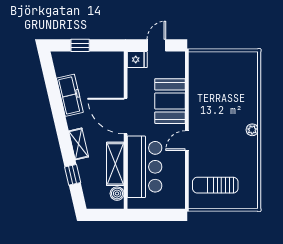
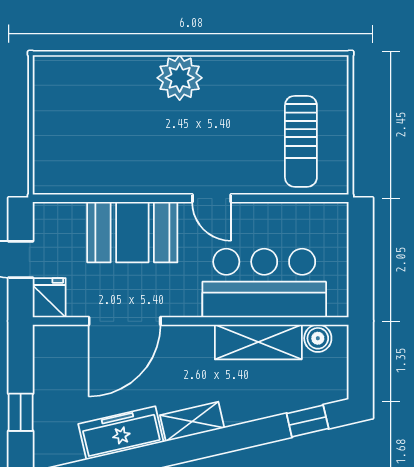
door: (126, 116) -> (125, 321), moved
plant: (252, 130) -> (180, 78), width x1.88, depth x1.88
shelving: (79, 144) -> (192, 421), moved
window: (73, 175) -> (308, 421), moved

